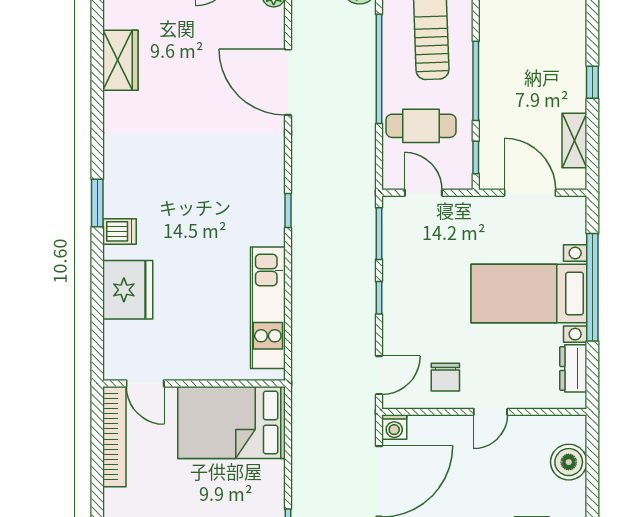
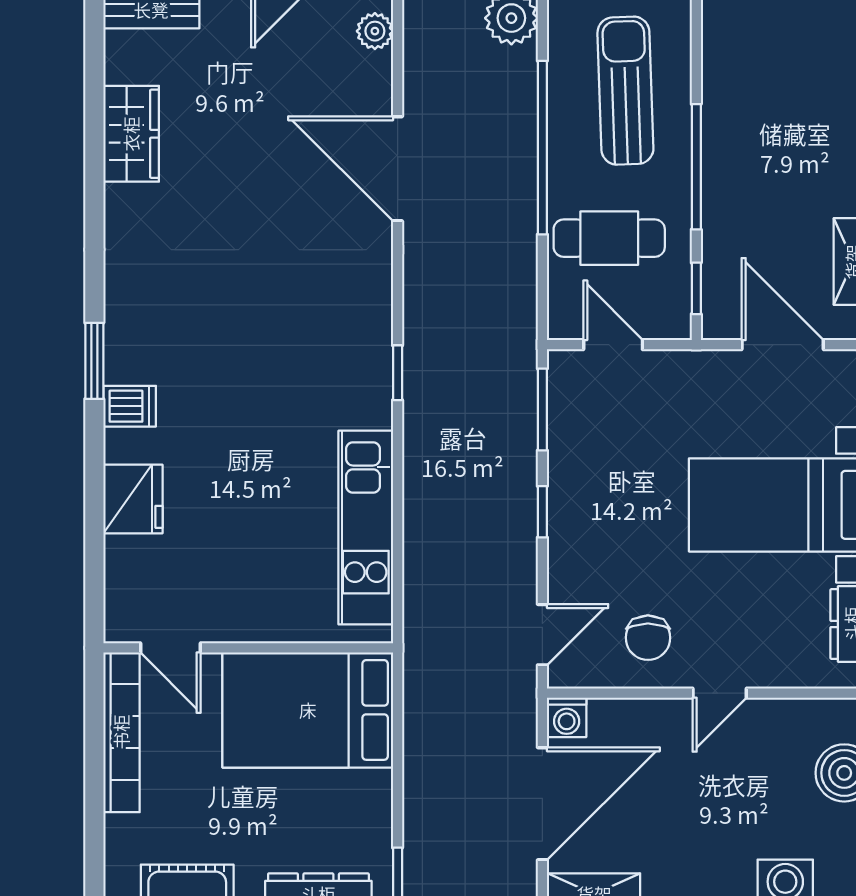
fridge: (128, 290) -> (133, 499), width x0.73, depth x0.75

